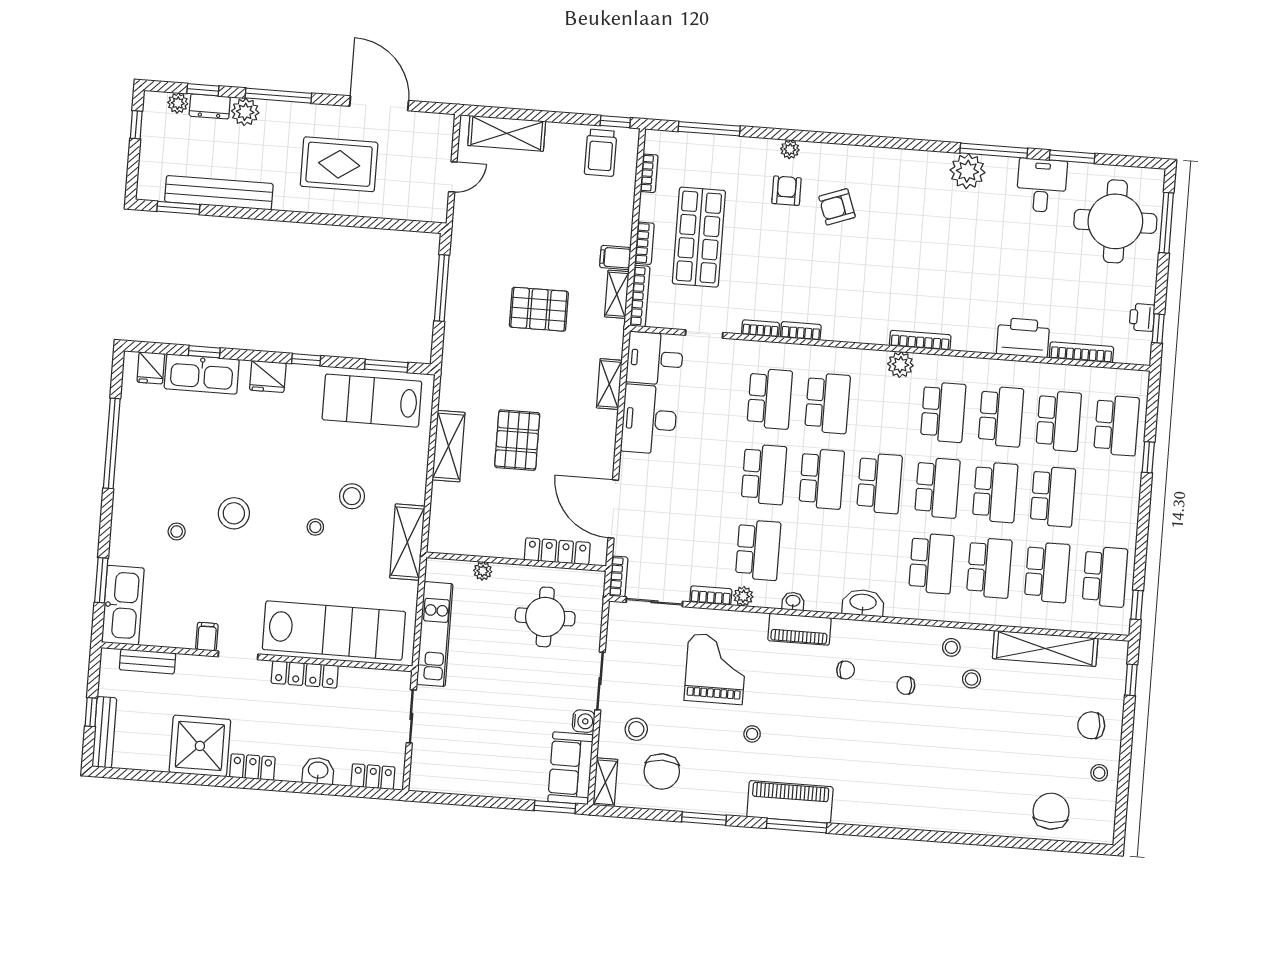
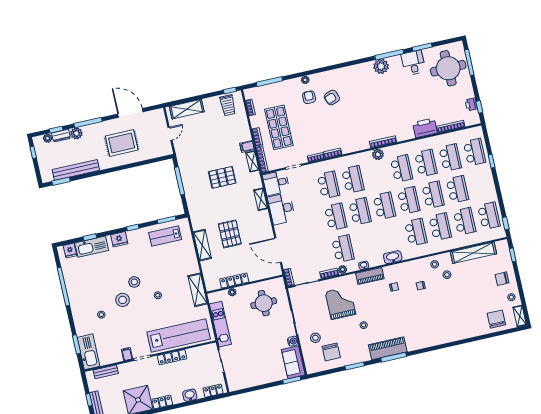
lab bench: (372, 401) -> (165, 236), width x0.73, depth x0.72
stool: (352, 496) -> (134, 282), moved
locker: (557, 551) -> (234, 280), moved
shelving: (605, 782) -> (520, 316), moved

